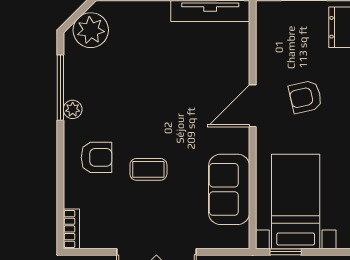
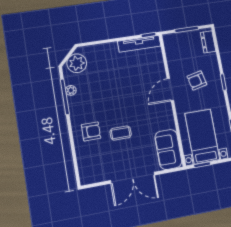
plant: (73, 109) -> (71, 90), moved
sofa: (229, 189) -> (168, 149), moved
bookcase: (71, 229) -> (83, 174), removed

